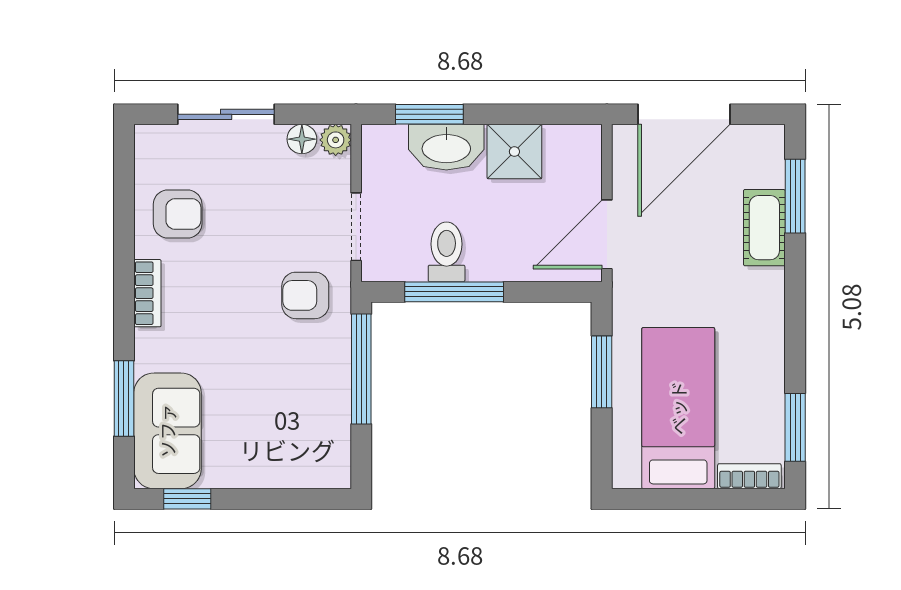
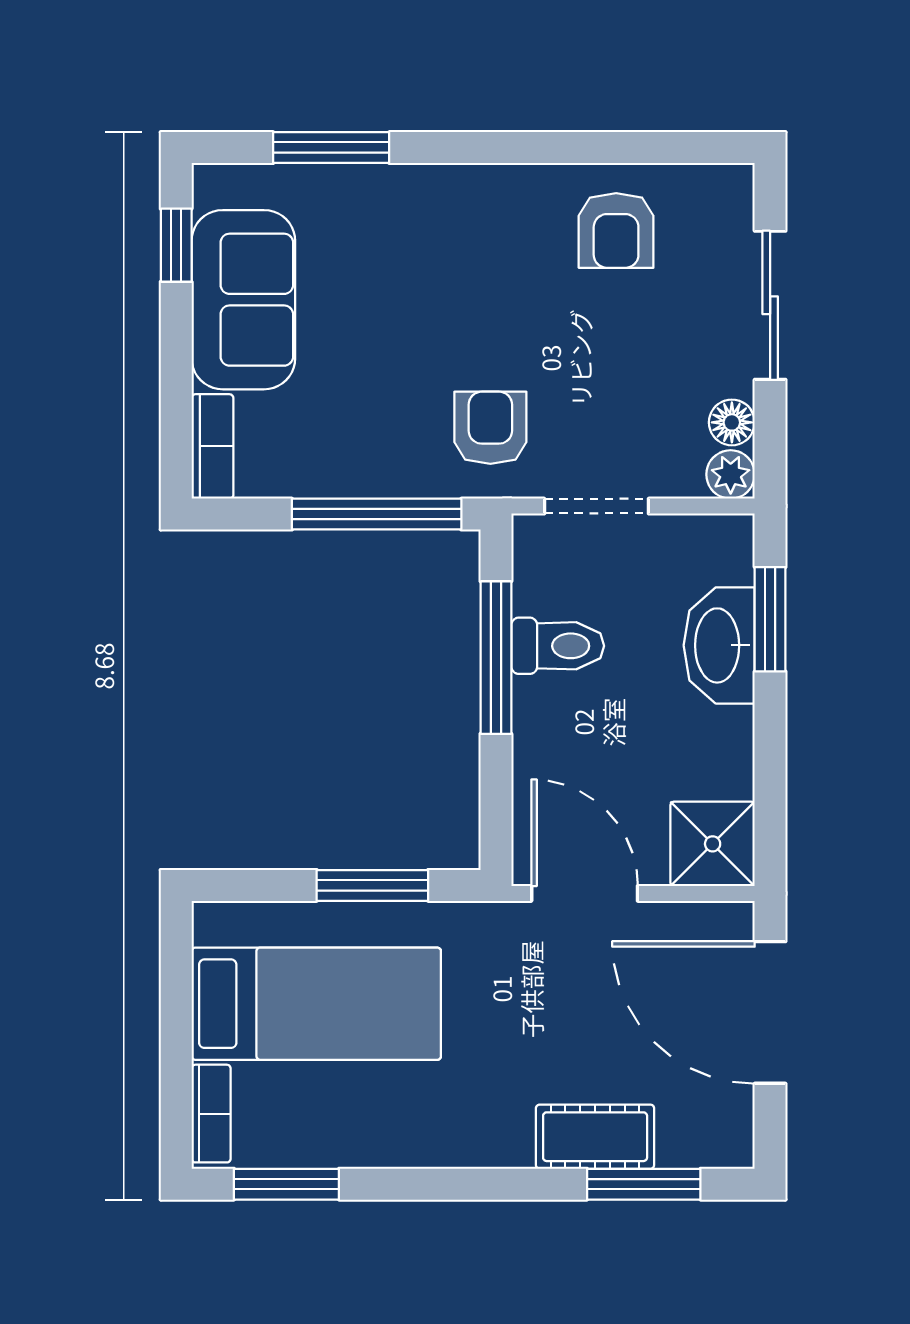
shower: (514, 152) -> (713, 844), moved
bookcase: (147, 293) -> (212, 446), moved, turned -90
sofa: (167, 431) -> (243, 300), moved, turned -90

